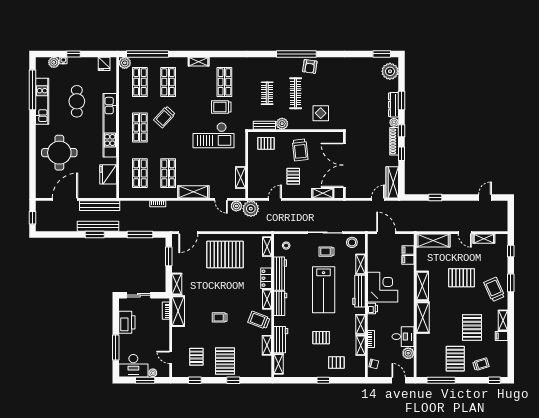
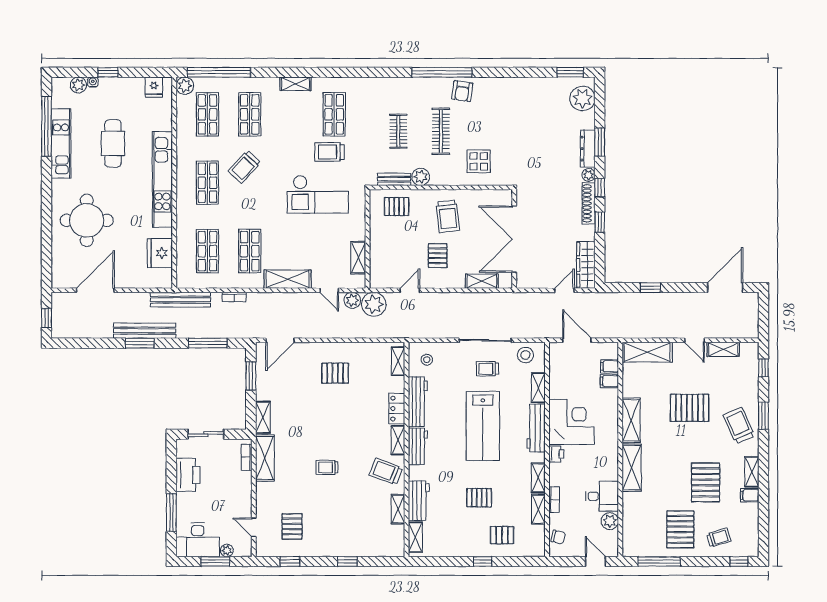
door: (485, 197) -> (725, 288), width x1.87
bench: (100, 206) -> (181, 300), moved
pallet: (225, 255) -> (335, 373), width x0.49, depth x0.50
pallet: (225, 361) -> (335, 533), removed

